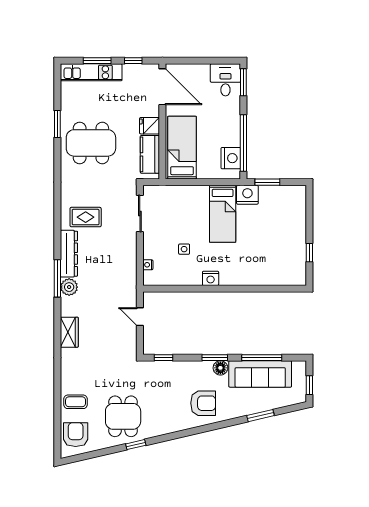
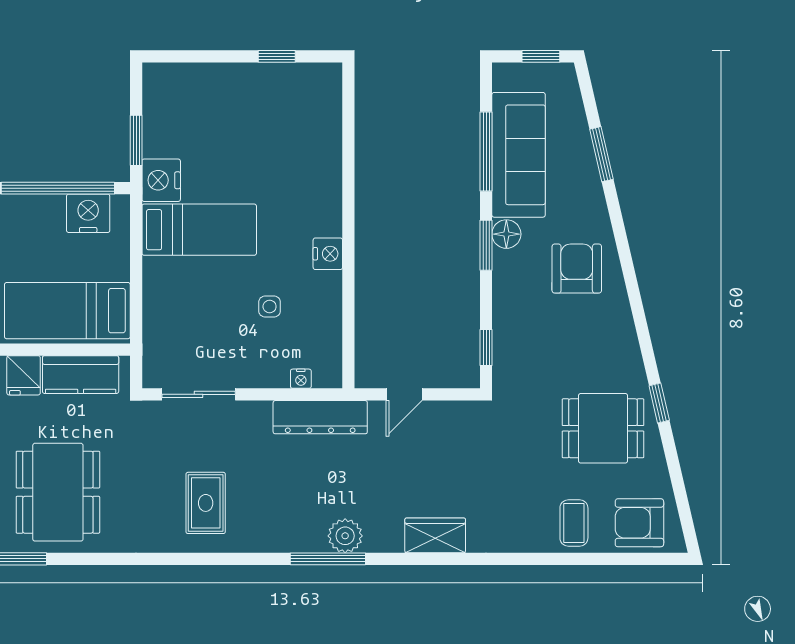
dresser: (69, 254) -> (320, 417), moved, turned 180

